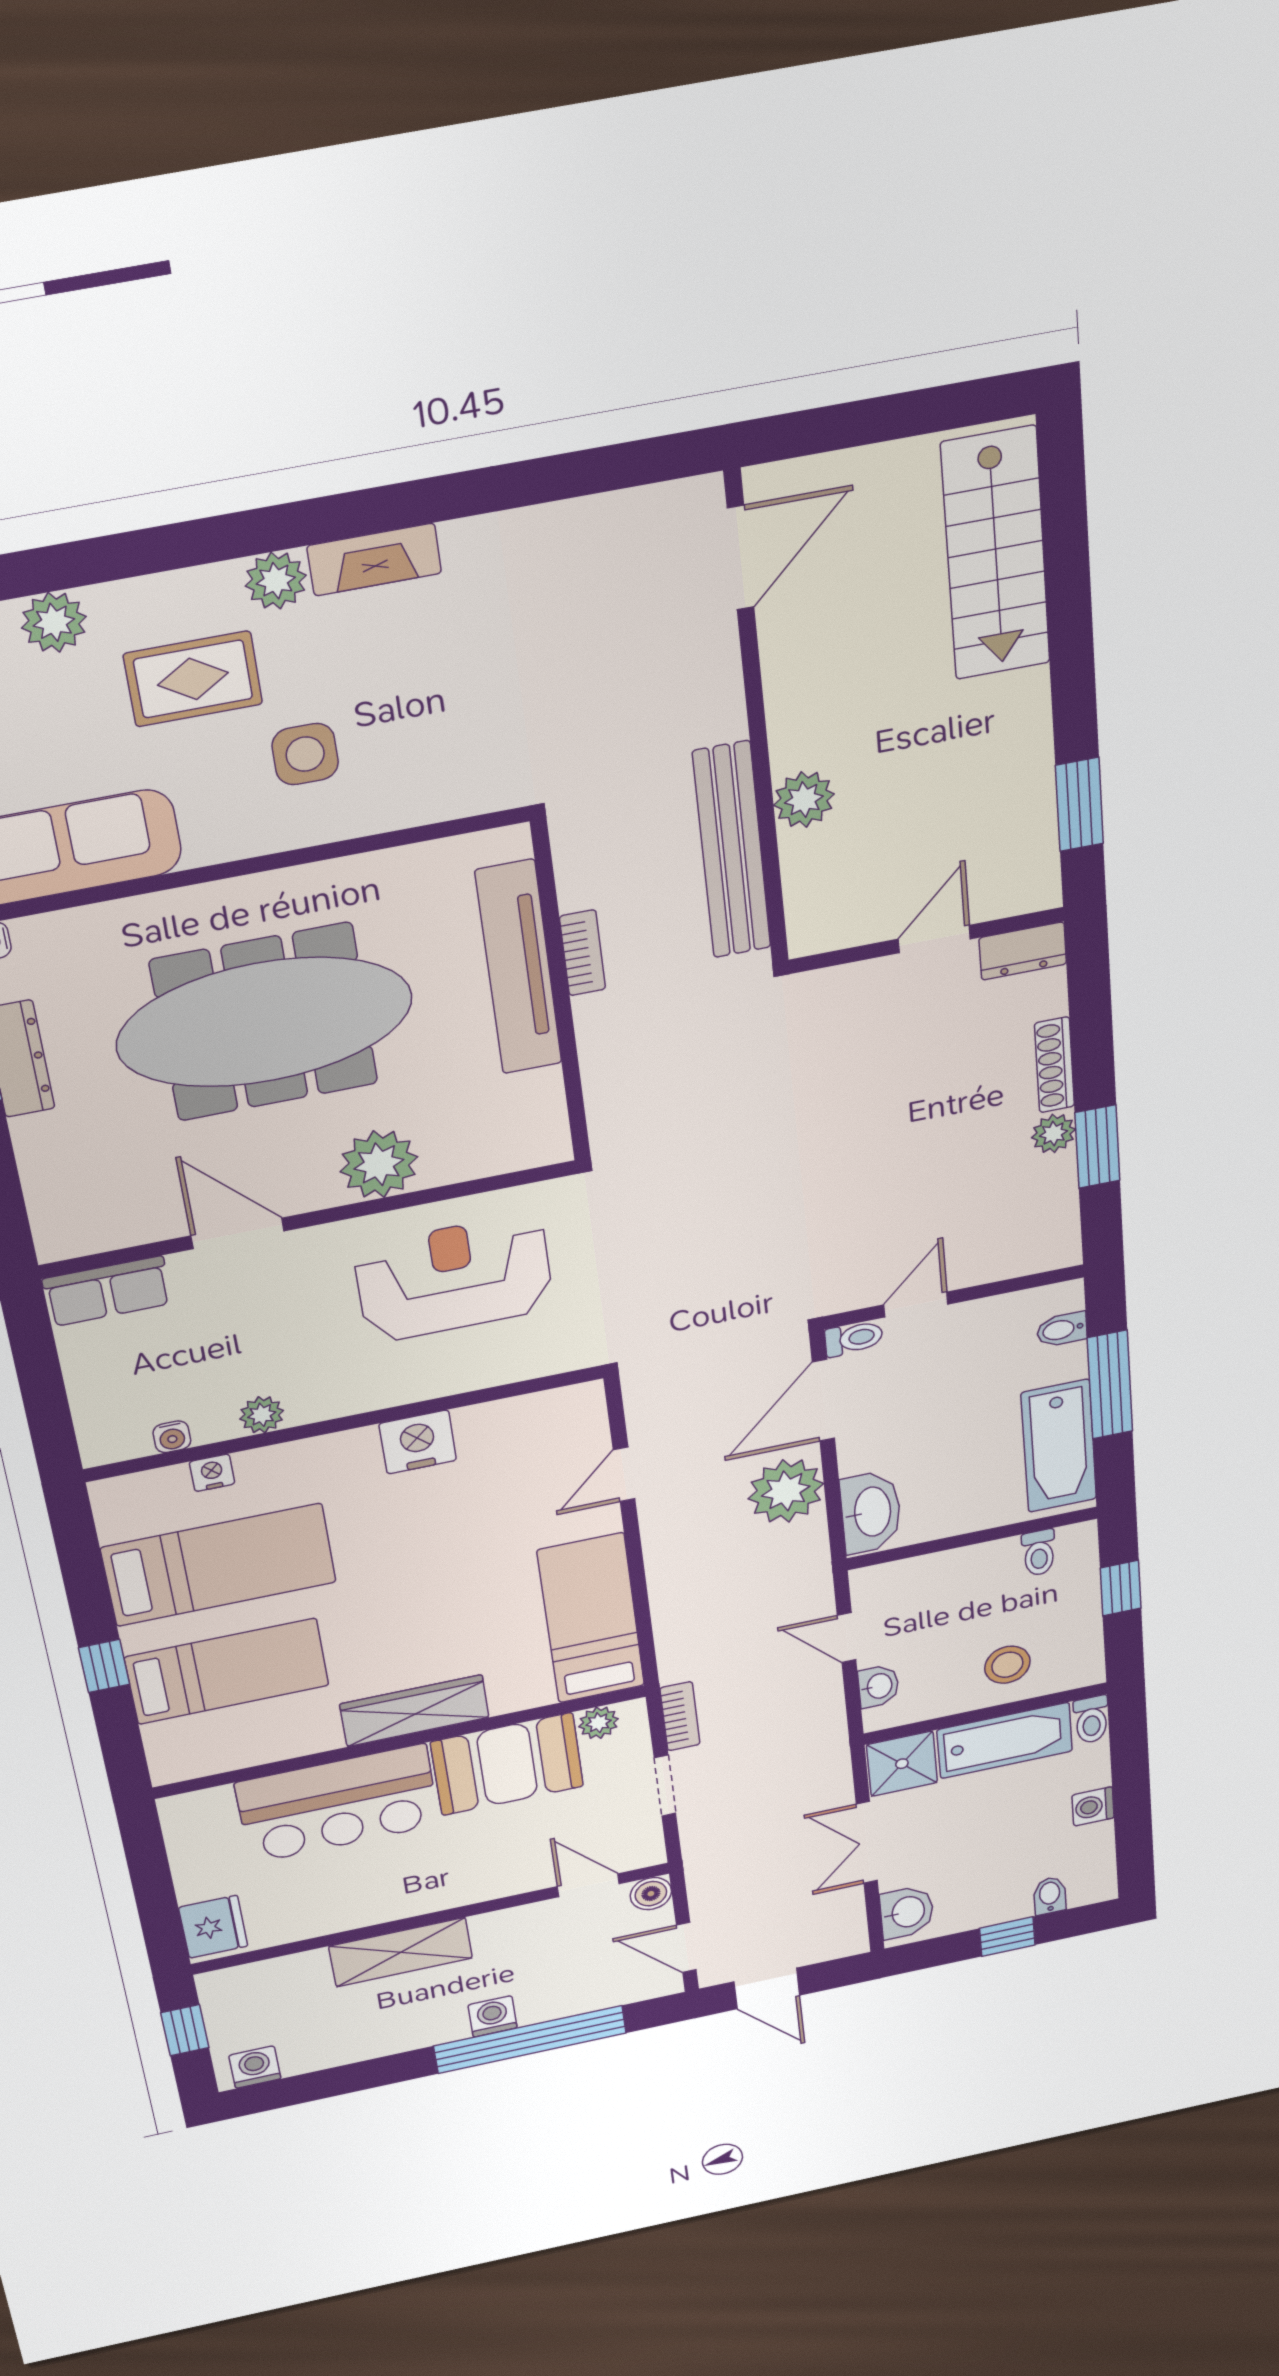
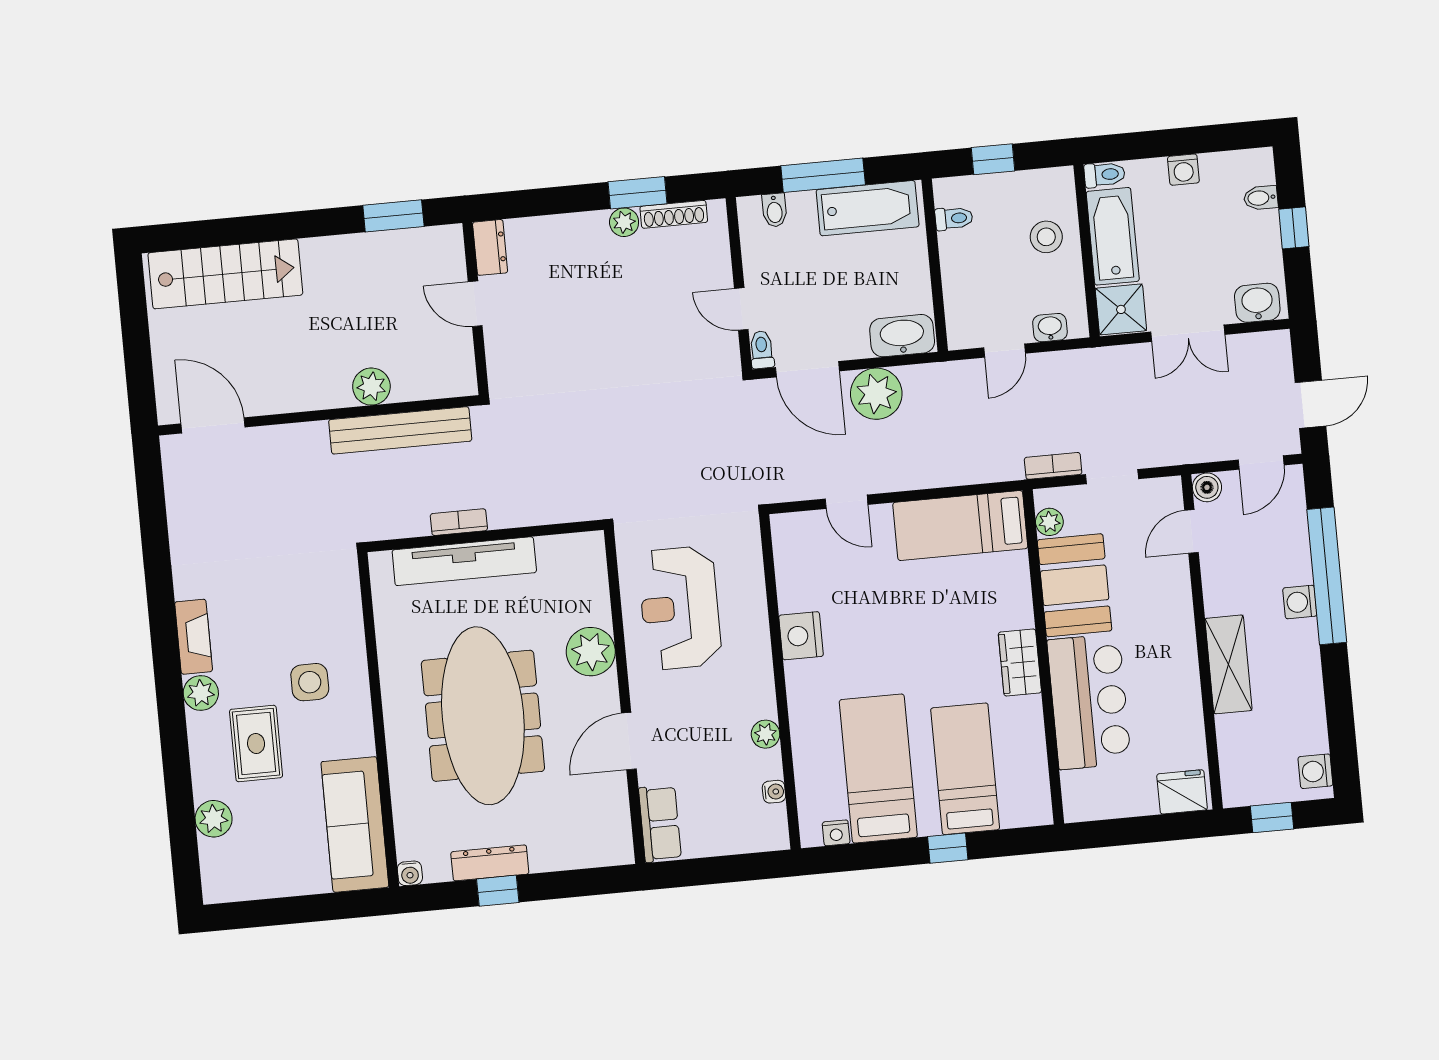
shoe rack: (1054, 1065) -> (674, 214), moved
nightstand: (212, 1473) -> (836, 833), moved, turned -90
wardrobe: (414, 1711) -> (1020, 663), width x0.67

